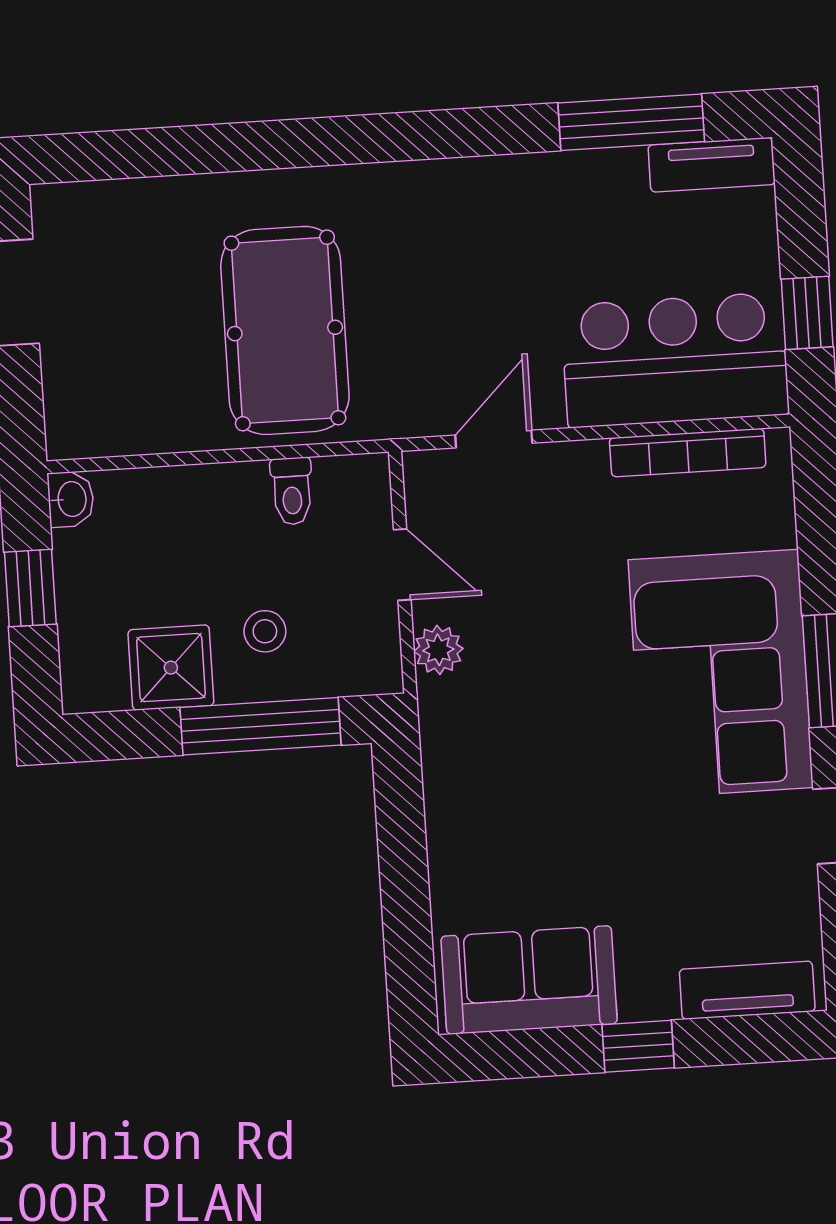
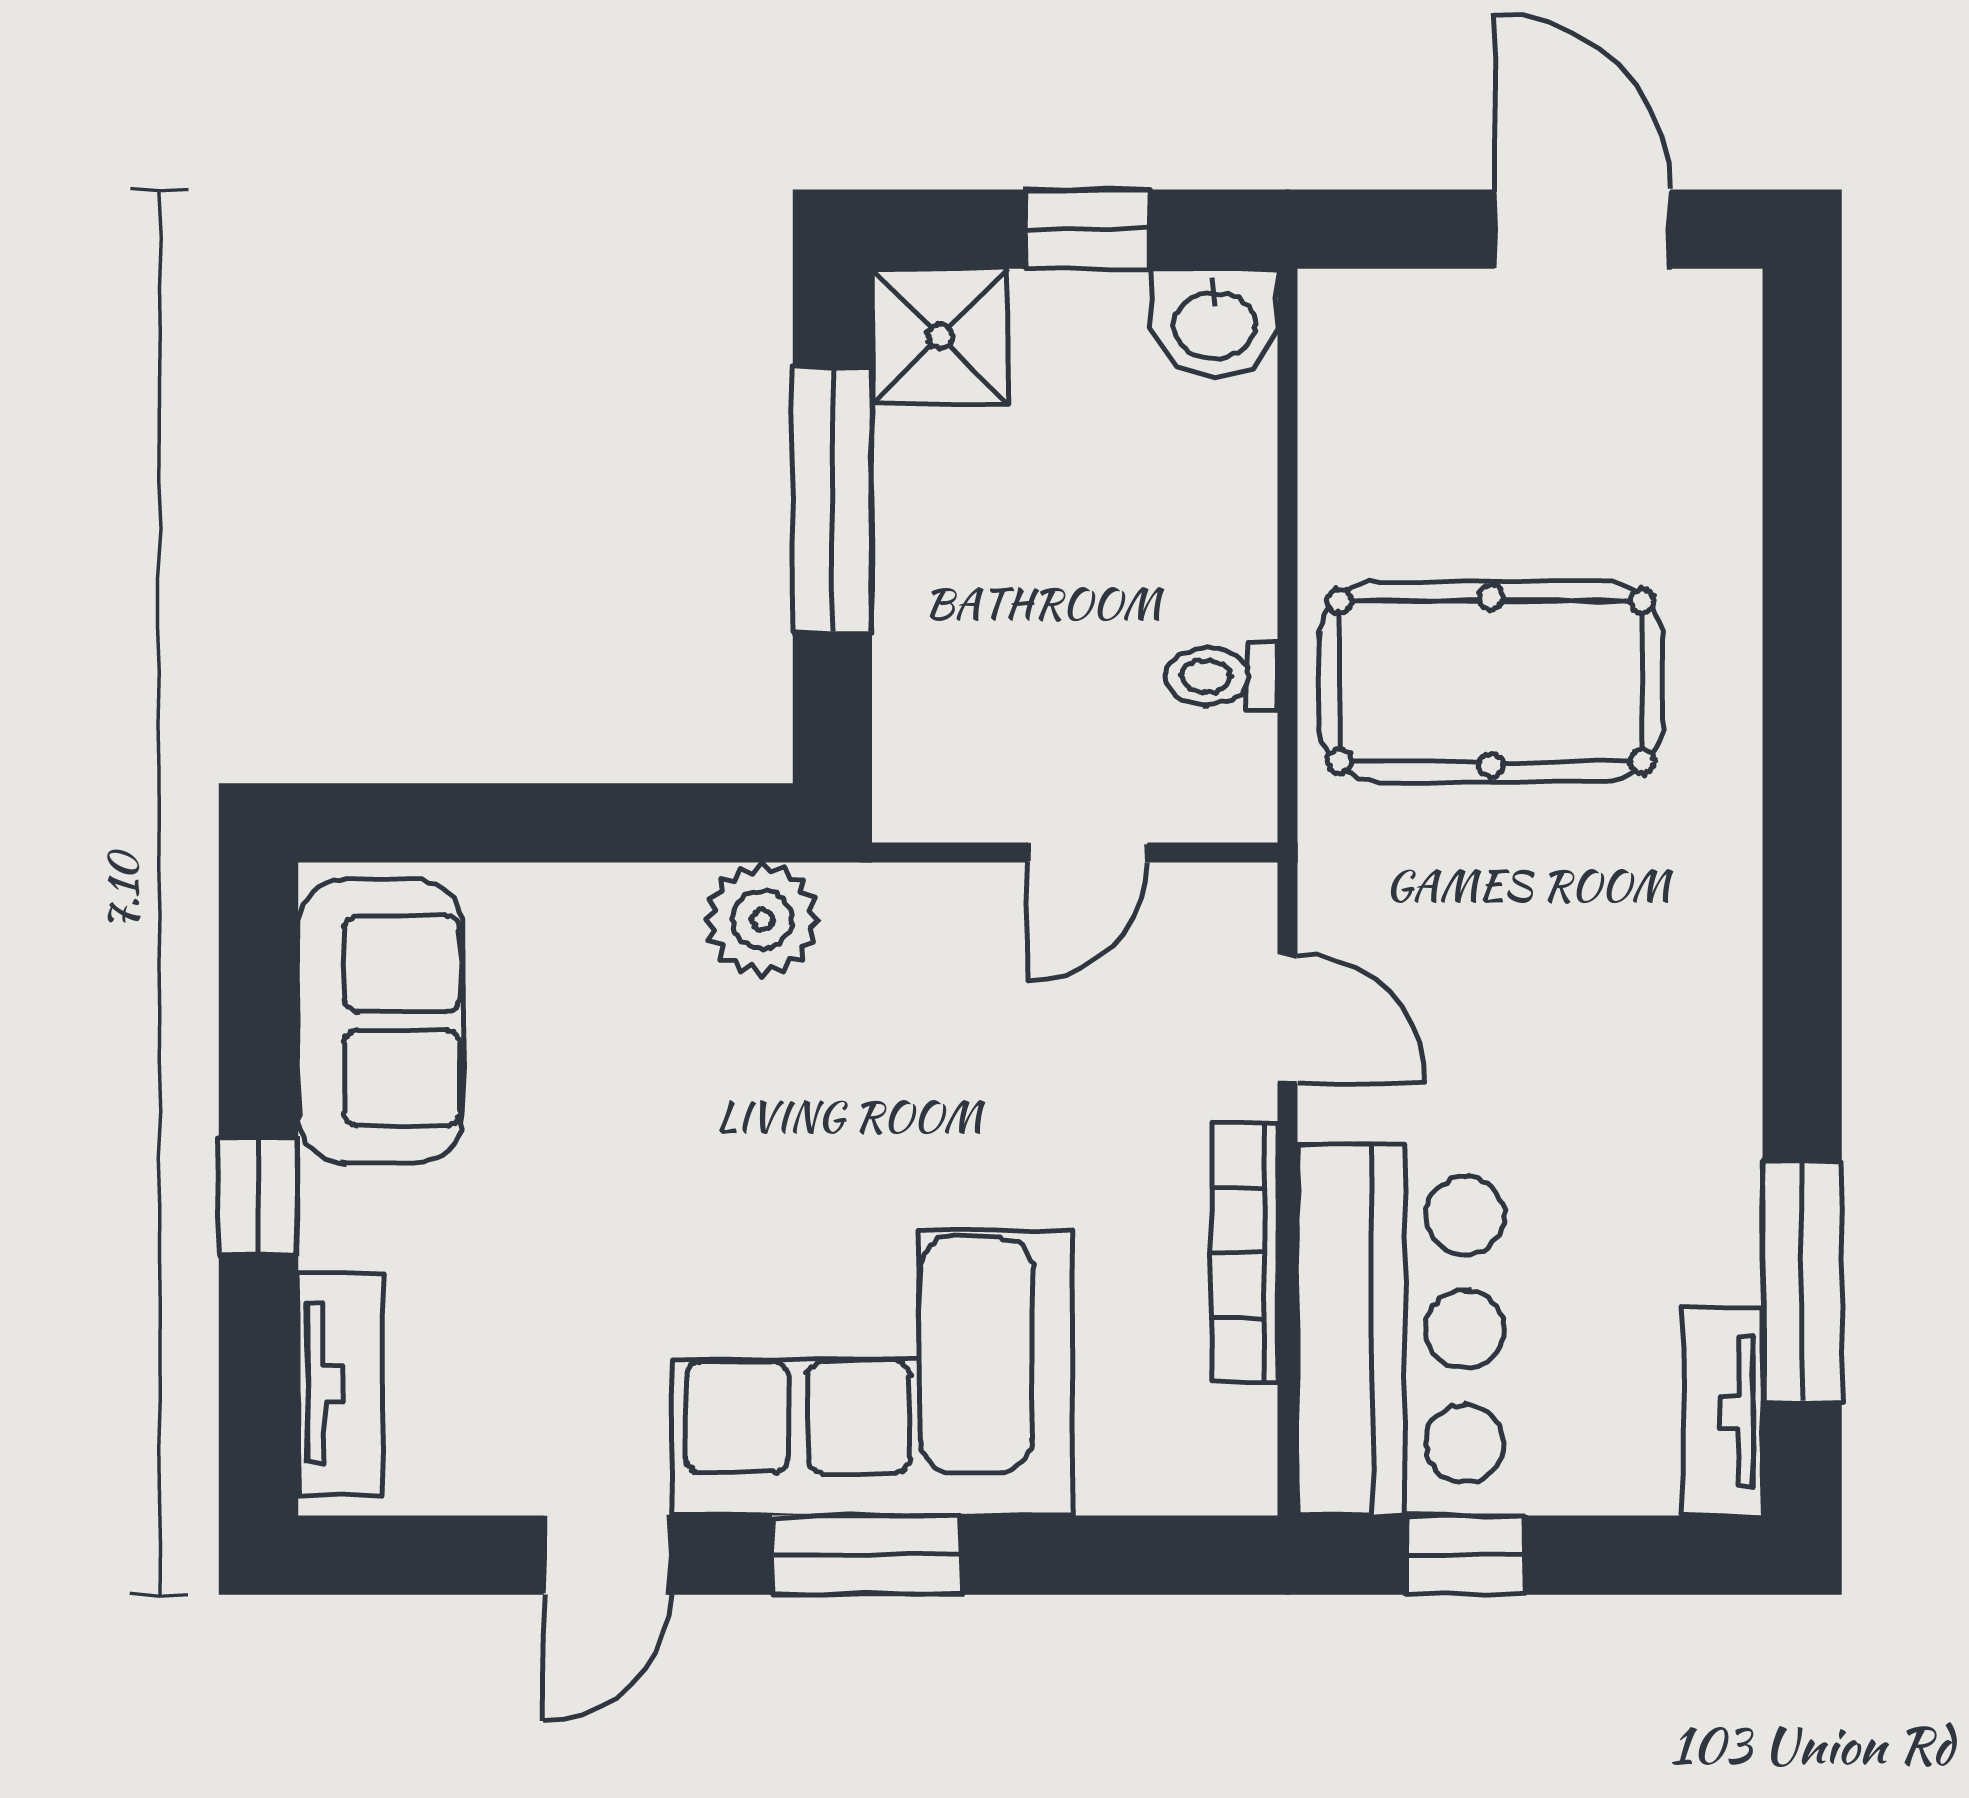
bookcase: (688, 453) -> (1245, 1253), moved
washbasin: (71, 499) -> (1214, 322), width x1.38, depth x1.45
stool: (265, 631) -> (991, 616), removed
plant: (438, 650) -> (762, 919), moved, width x1.38, depth x1.38
shower: (171, 668) -> (940, 337), moved
window: (260, 726) -> (832, 500), moved

